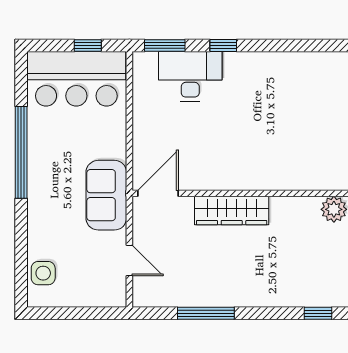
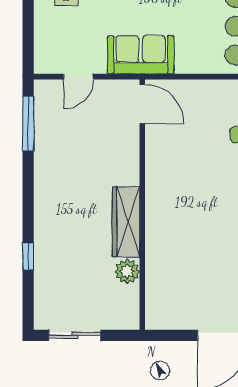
wardrobe: (232, 211) -> (126, 222), moved
window: (206, 313) -> (28, 124), moved

